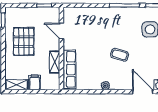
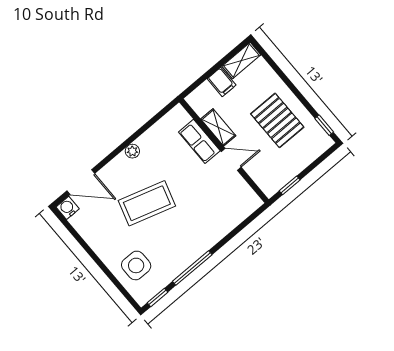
door: (61, 31) -> (231, 159), moved
coffee table: (120, 55) -> (147, 203), width x1.86, depth x1.72
row of seats: (69, 69) -> (199, 141), width x0.68

